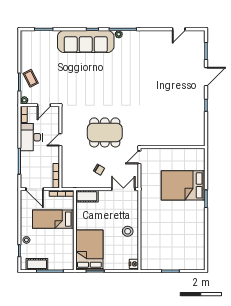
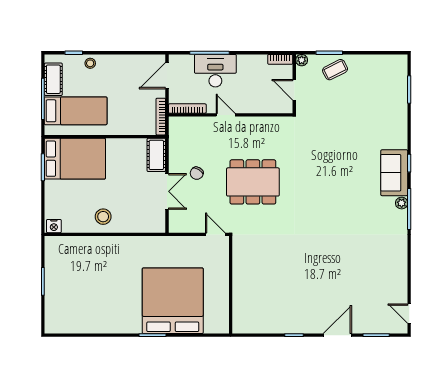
door: (179, 29) -> (409, 314), moved
sofa: (86, 41) -> (394, 173), width x0.54, depth x0.79
door: (206, 77) -> (337, 335), swing flipped
dining table: (105, 132) -> (253, 182), turned 90
desk: (31, 137) -> (215, 71), moved
door: (60, 140) -> (226, 115), moved
bed: (183, 185) -> (173, 301), width x1.36
double door: (123, 189) -> (167, 191), moved
bed: (53, 219) -> (76, 111), moved, turned 90

